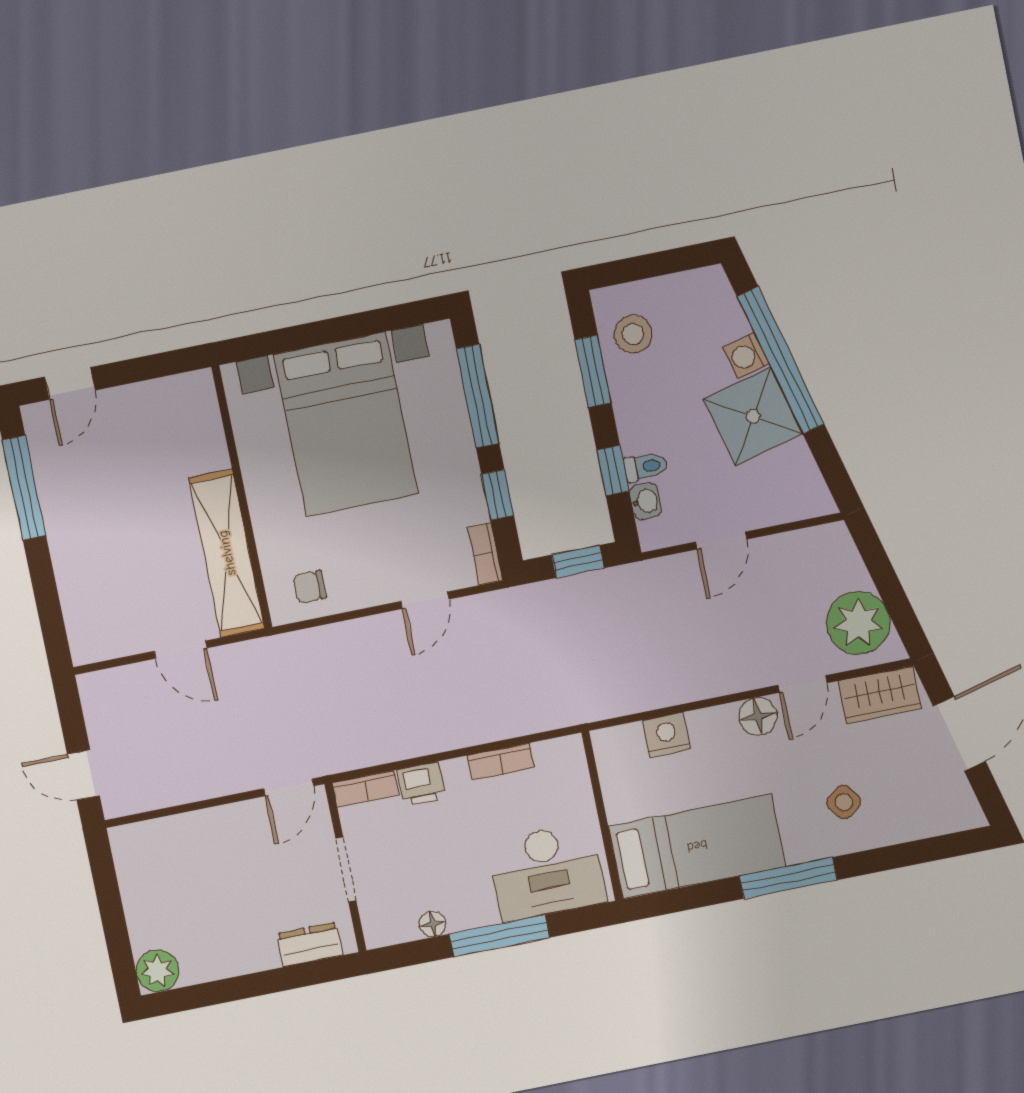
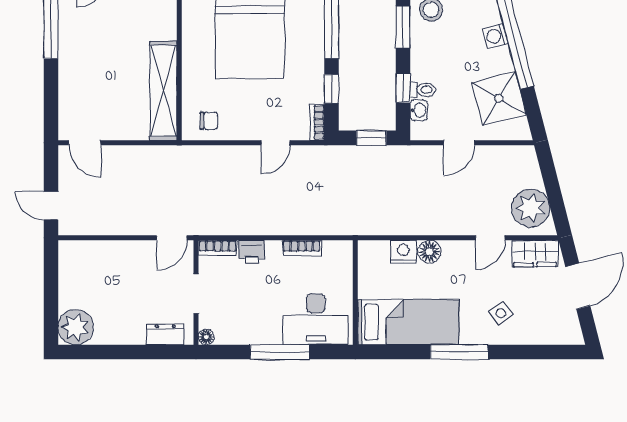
shower: (753, 416) -> (499, 98), moved
chair: (310, 587) -> (209, 121), turned 180
door: (181, 650) -> (85, 143), moved
floor lamp: (758, 716) -> (429, 252), moved
floor lamp: (433, 924) -> (206, 337), moved
plant: (157, 971) -> (76, 327), width x1.36, depth x1.36

